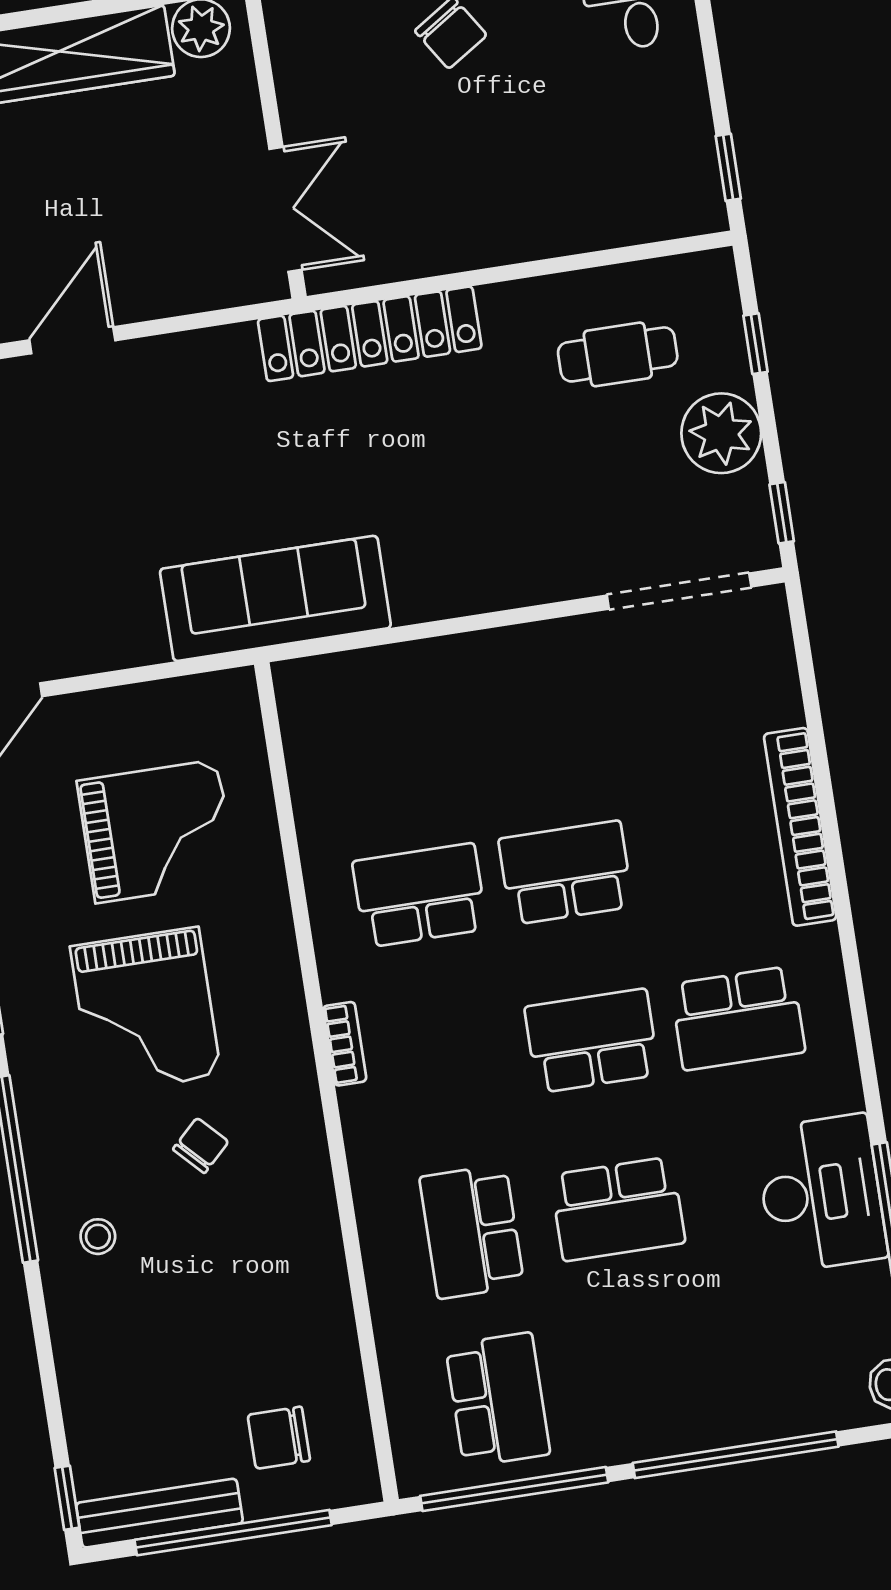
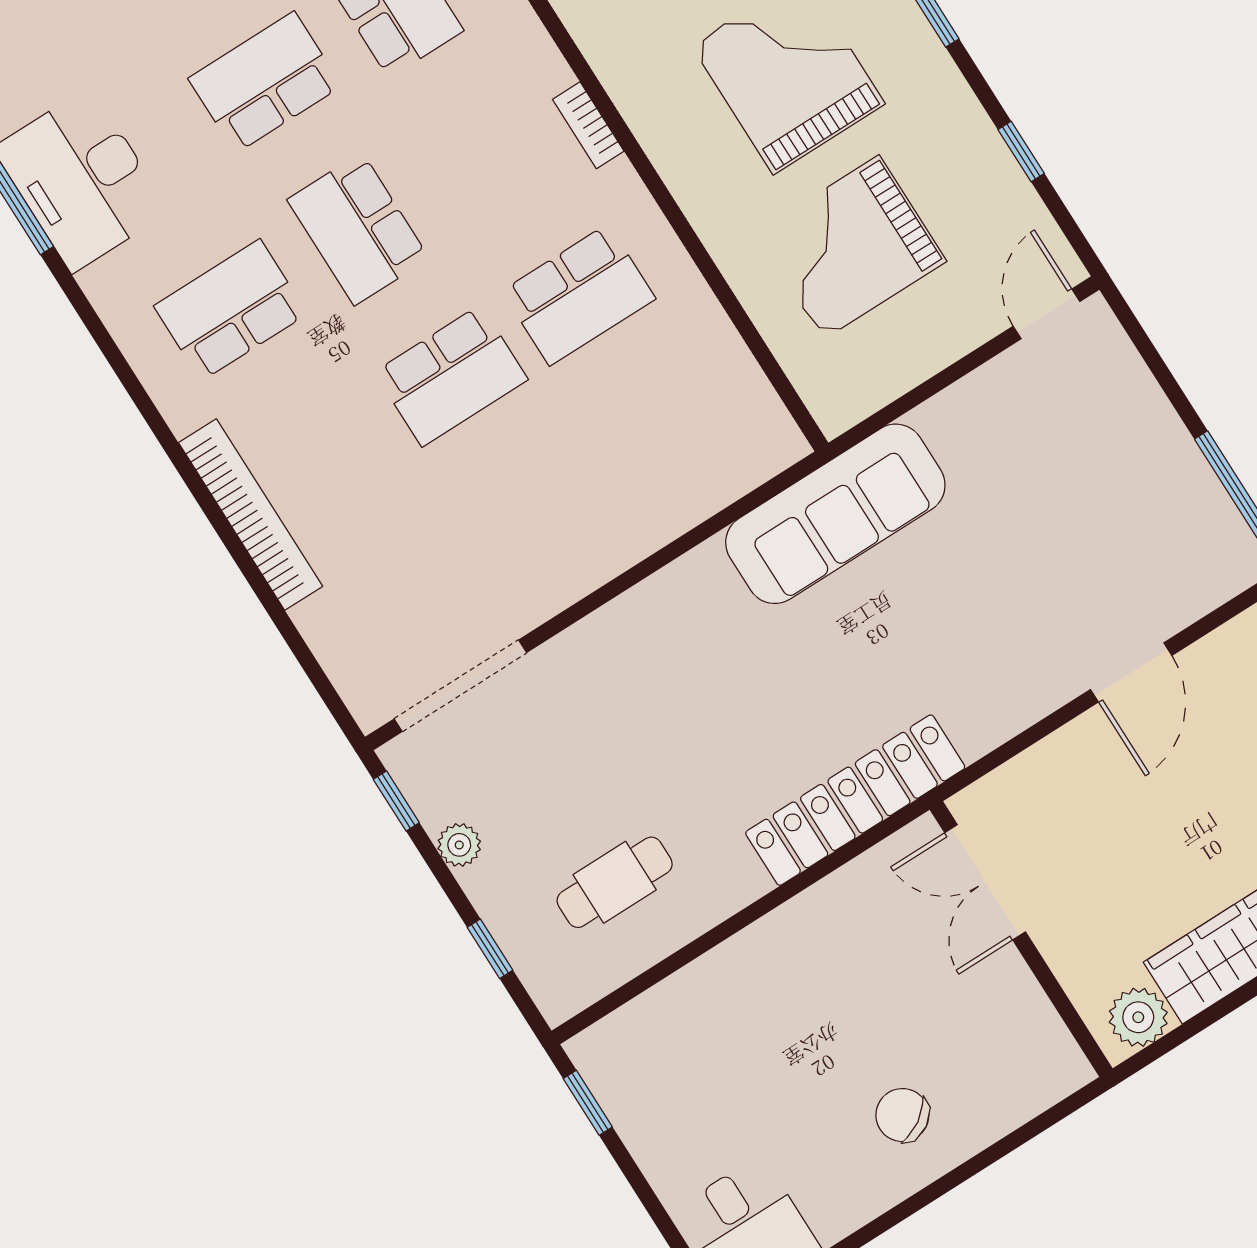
plant: (721, 433) -> (459, 845), width x0.53, depth x0.53
school desk: (592, 1041) -> (358, 229), turned 90

